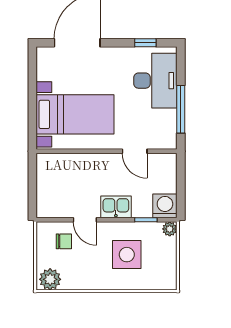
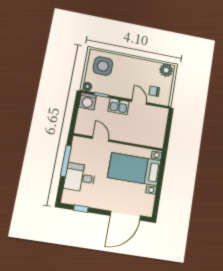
desk: (155, 81) -> (80, 178), width x0.73
side table: (127, 255) -> (103, 66), moved

